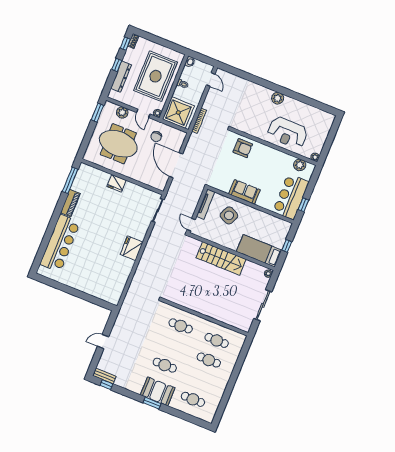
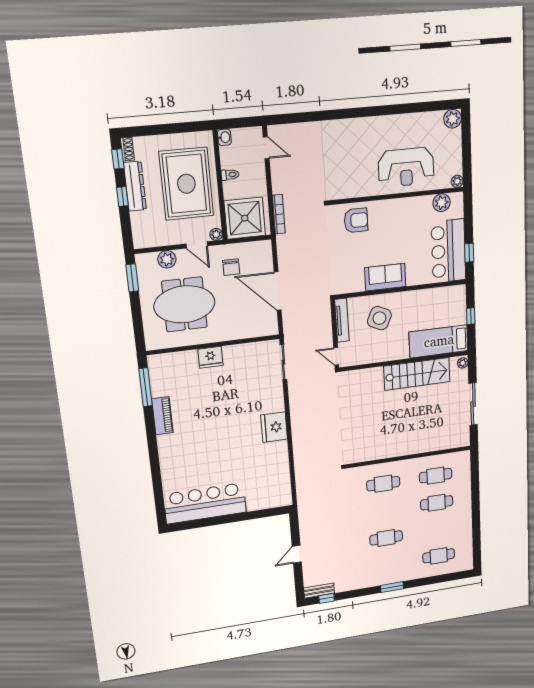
dresser: (121, 77) -> (135, 186), moved
plant: (278, 98) -> (453, 119), moved
bar counter: (60, 243) -> (205, 503), moved, turned -90
stairs: (221, 258) -> (417, 374), moved
booth: (158, 391) -> (392, 571), removed

